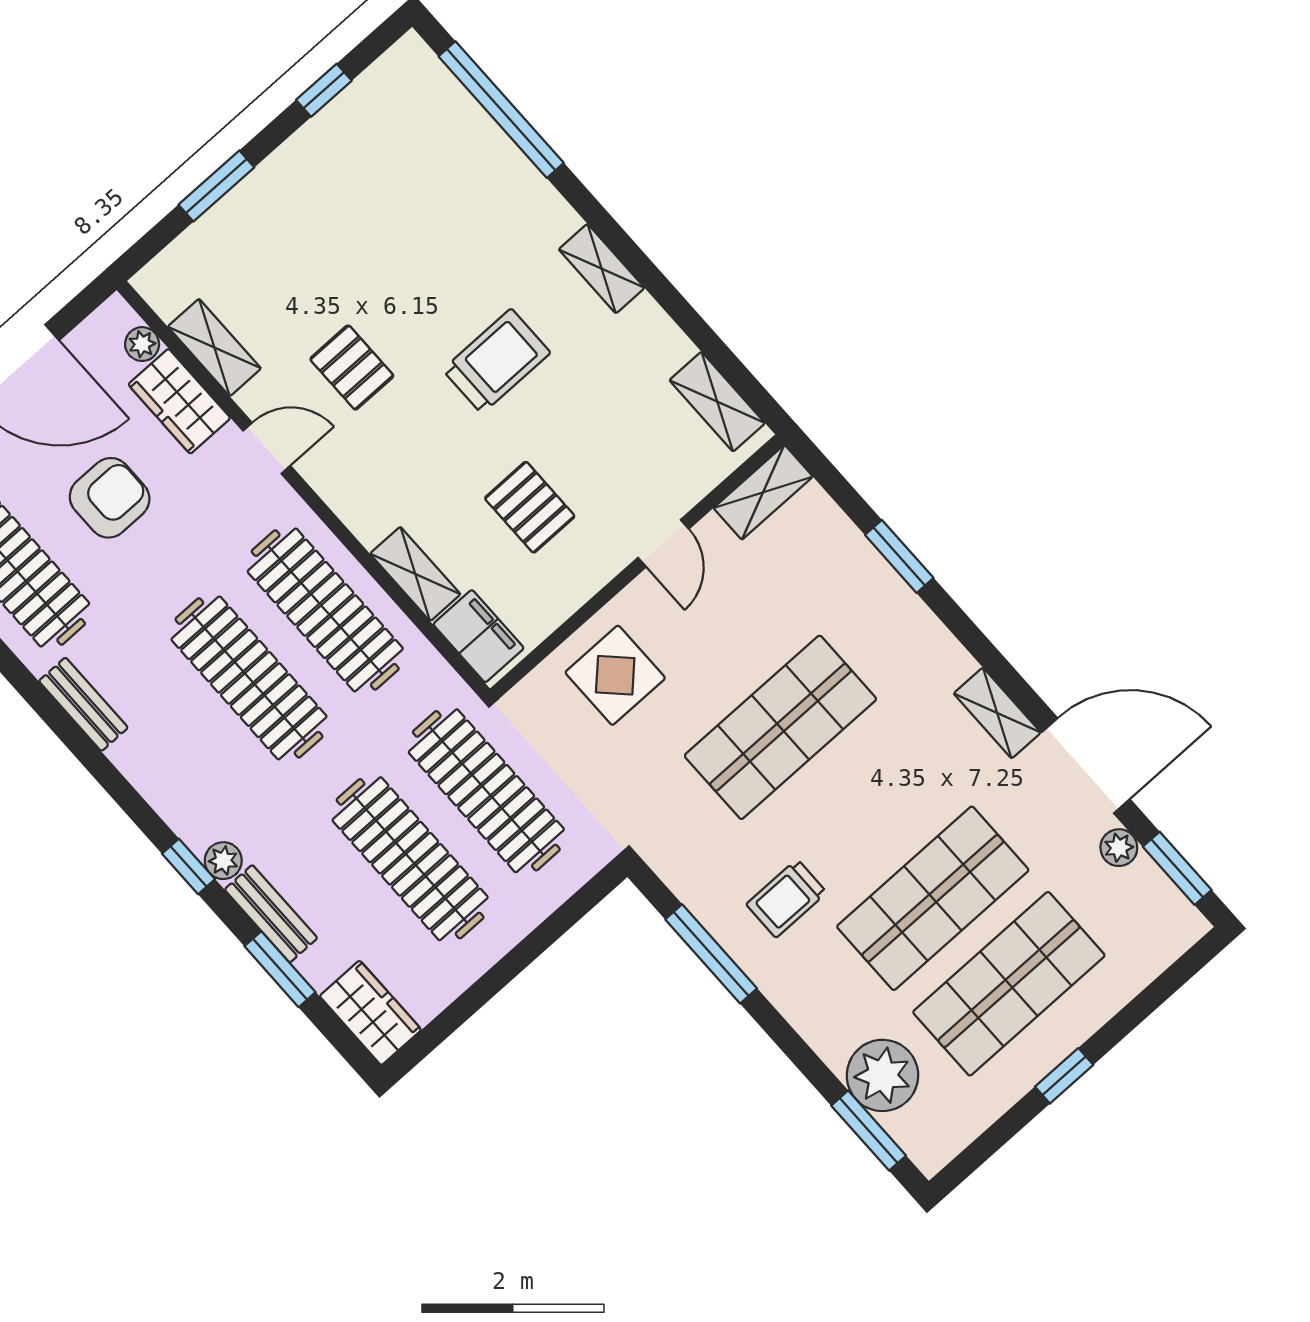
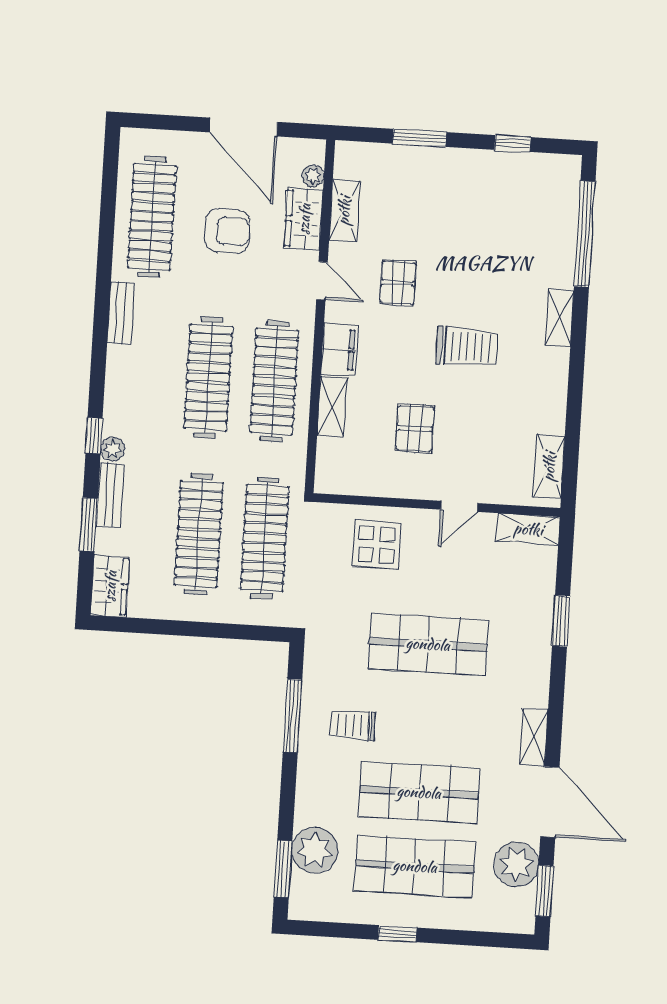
shelving: (602, 269) -> (560, 318), moved
filing cabinet: (479, 636) -> (339, 349), moved
plant: (1119, 848) -> (516, 865), width x1.88, depth x1.88

